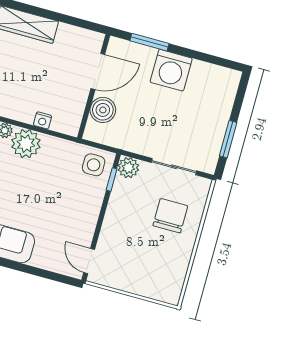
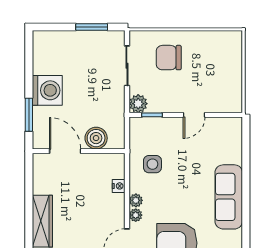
plant: (26, 144) -> (136, 200), width x0.53, depth x0.53
side table: (94, 165) -> (152, 164), moved
door: (89, 261) -> (194, 115), moved

